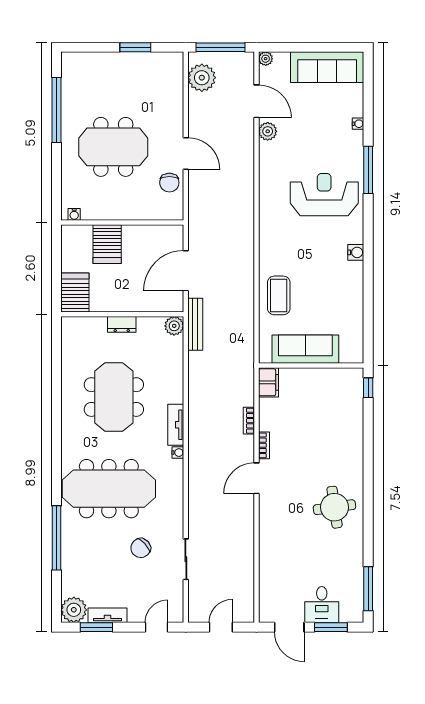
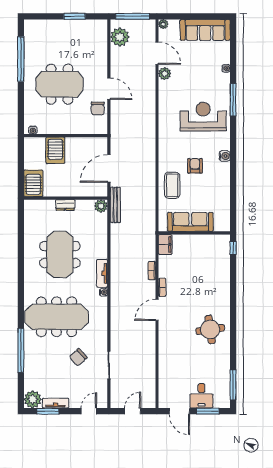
armchair: (312, 267) -> (195, 166), added

